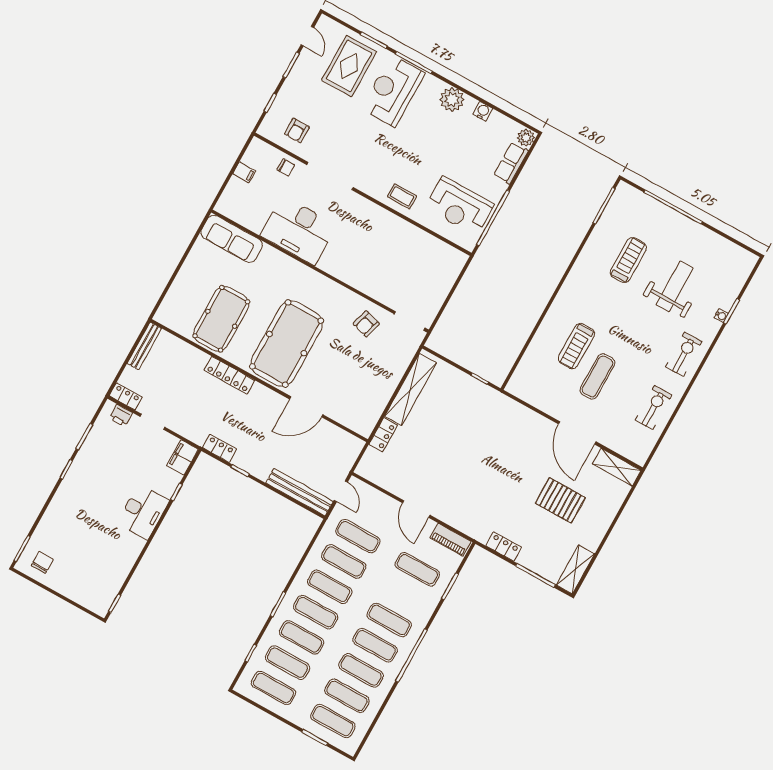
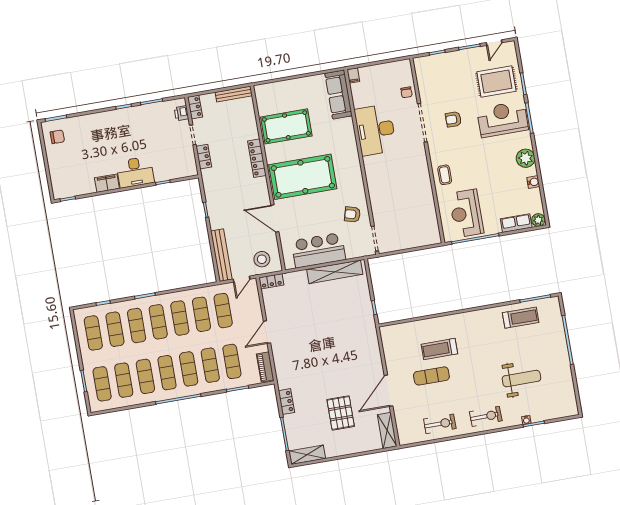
armchair: (297, 130) -> (453, 119), moved
filing cabinet: (244, 172) -> (353, 75), moved
treadmill: (628, 260) -> (521, 318), moved
bar counter: (375, 388) -> (318, 250), added
locker: (383, 435) -> (271, 281), moved
locker: (219, 448) -> (204, 157), moved
stool: (337, 454) -> (262, 259), added
filing cabinet: (182, 457) -> (107, 183), moved
exercise mat: (403, 595) -> (210, 365), added

